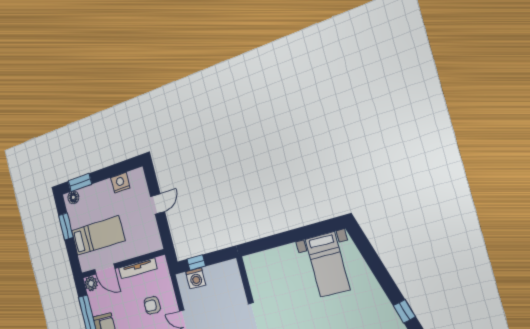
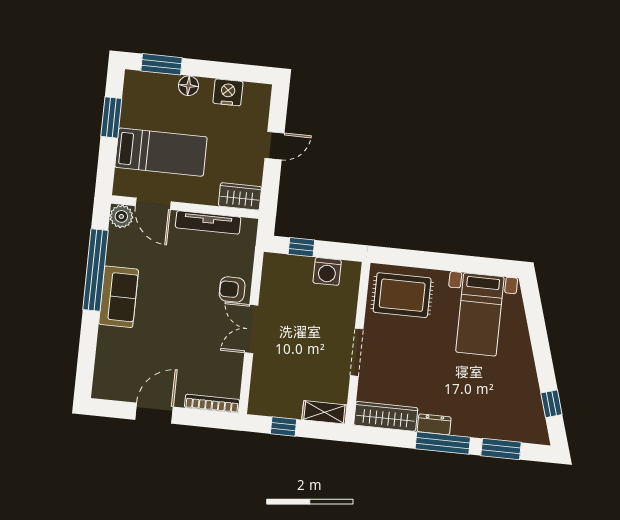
floor lamp: (73, 197) -> (188, 86), moved
wardrobe: (150, 245) -> (240, 196), added
rug: (270, 270) -> (402, 295), added
washing machine: (196, 278) -> (327, 271), moved
armchair: (152, 305) -> (232, 289), moved

